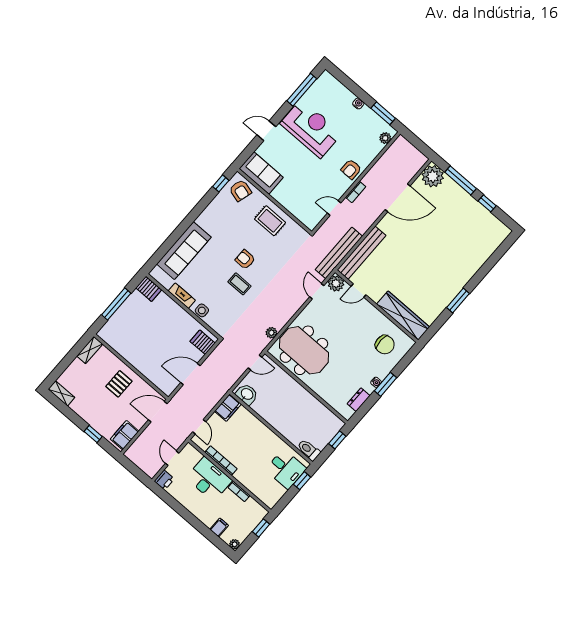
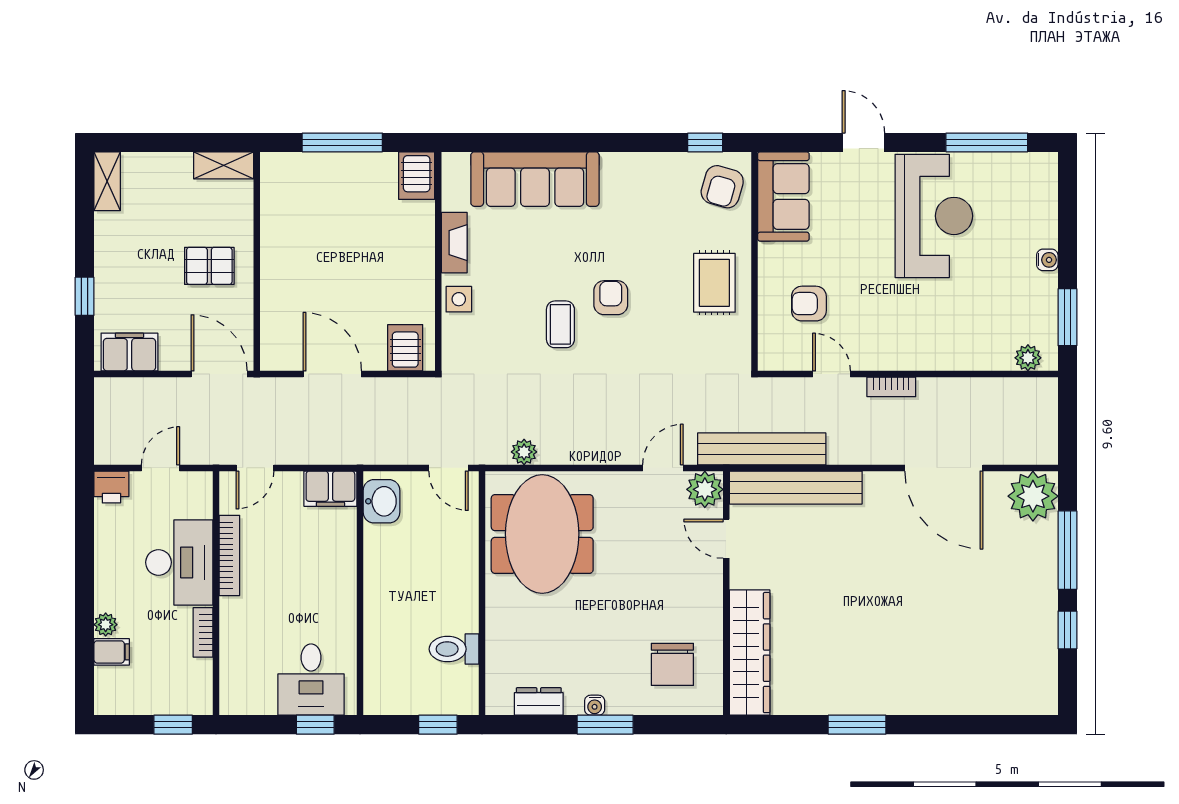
armchair: (351, 169) -> (809, 304), moved
toilet: (309, 450) -> (454, 649), moved, turned -90
plant: (235, 544) -> (106, 625), moved

